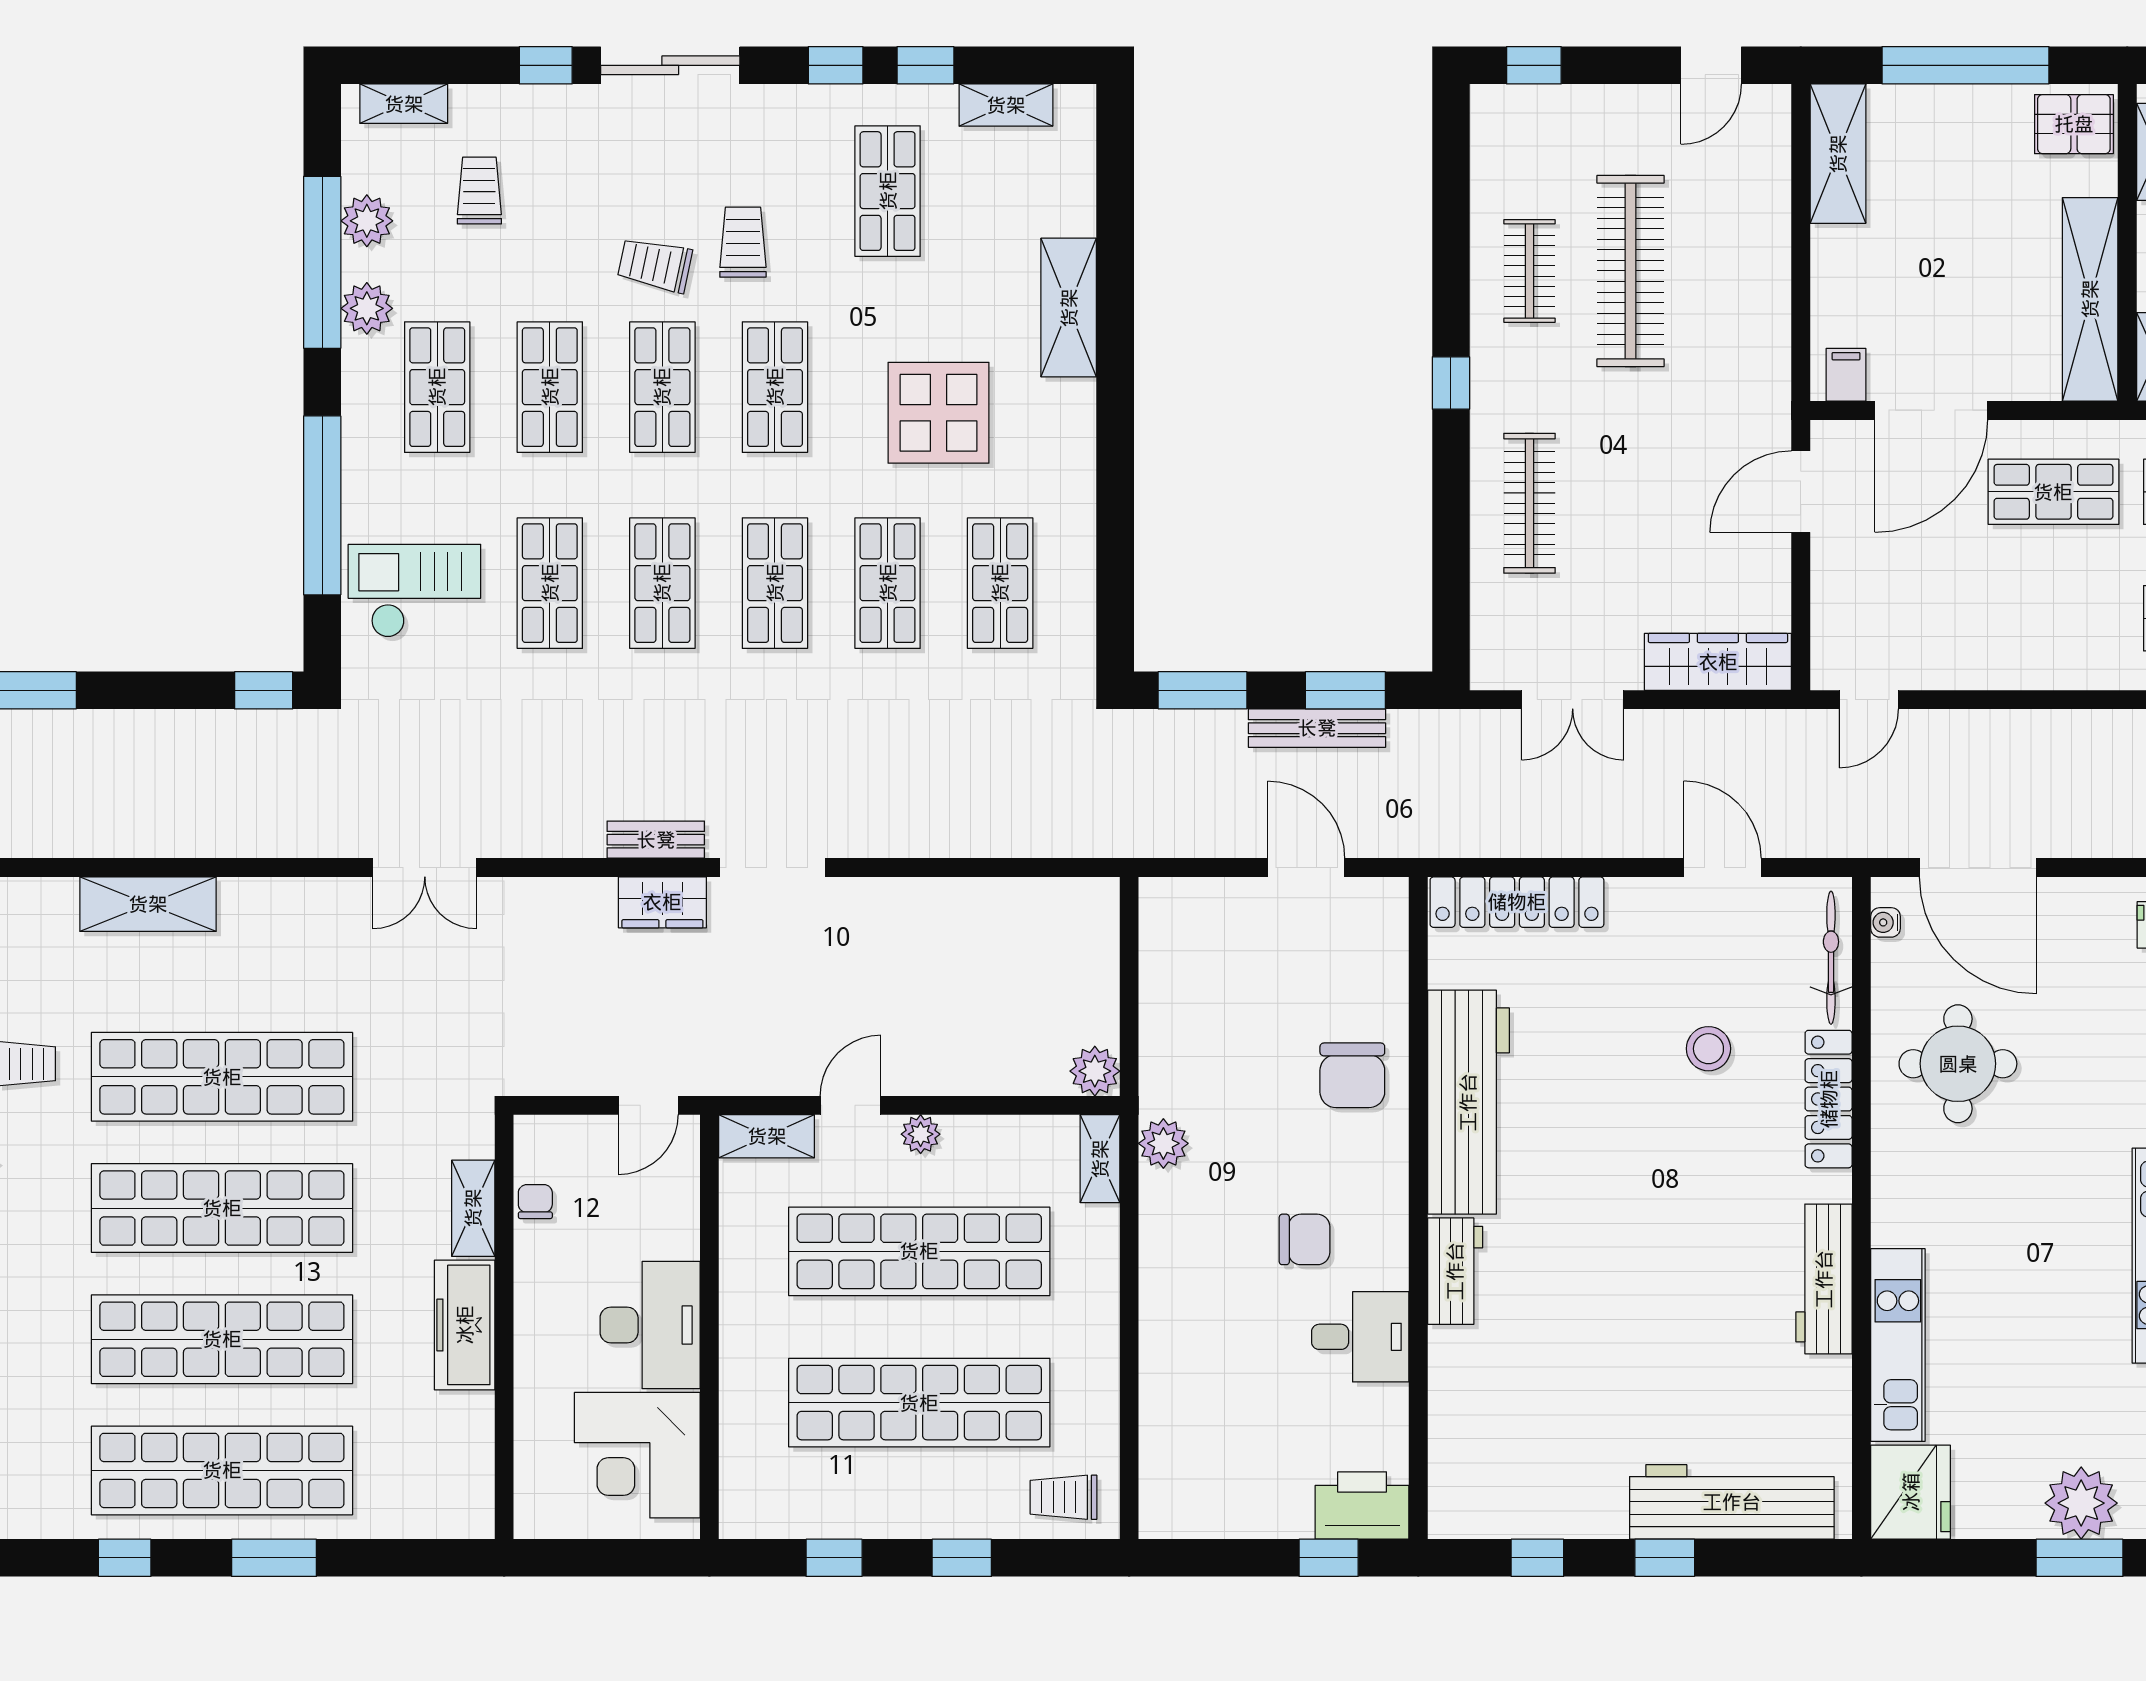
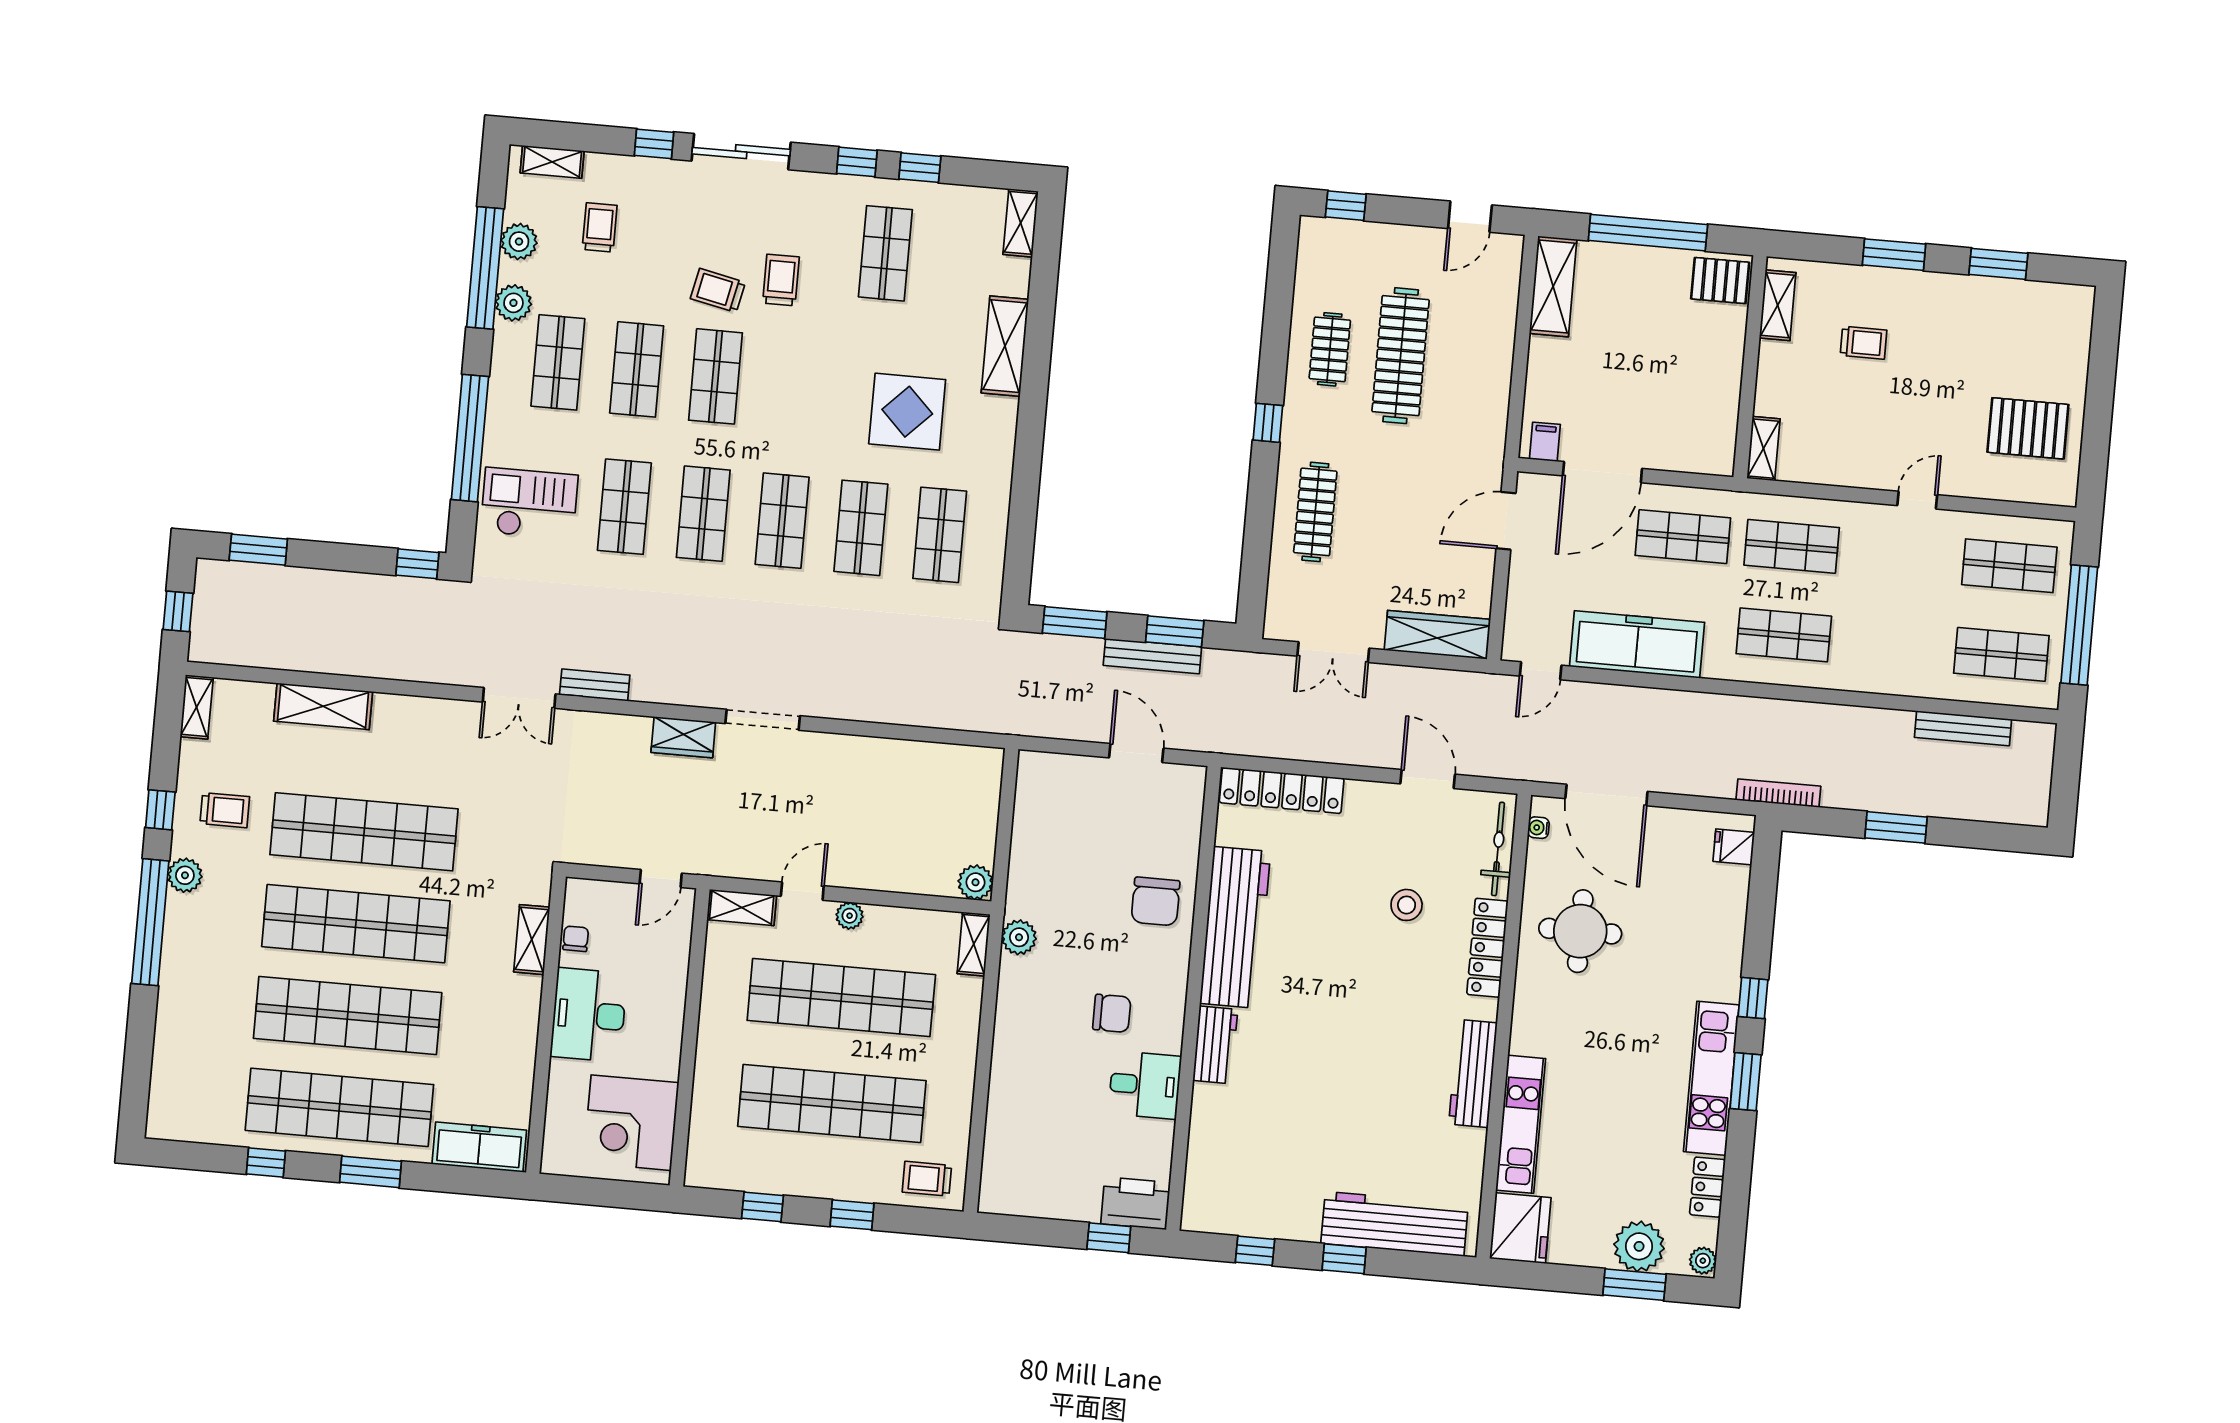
shelving: (1006, 105) -> (1021, 223), moved, turned 90
shelving: (2090, 299) -> (1721, 404), removed
shop shelf: (775, 387) -> (794, 384), removed
freezer: (2002, 650) -> (1637, 644), added
bench: (656, 840) -> (595, 685), moved
freezer: (465, 1325) -> (479, 1147), moved, turned 90
desk: (650, 1325) -> (589, 1015), moved, turned 180

